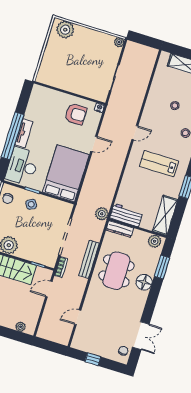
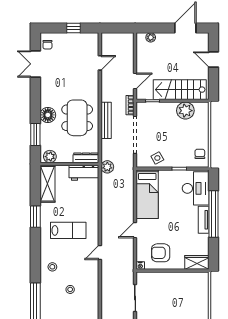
wardrobe: (43, 94) -> (197, 262), added
bed: (66, 173) -> (147, 194), width x0.67
side table: (31, 204) -> (157, 158), moved

